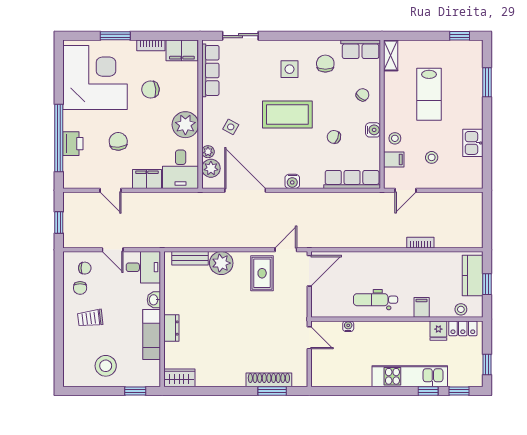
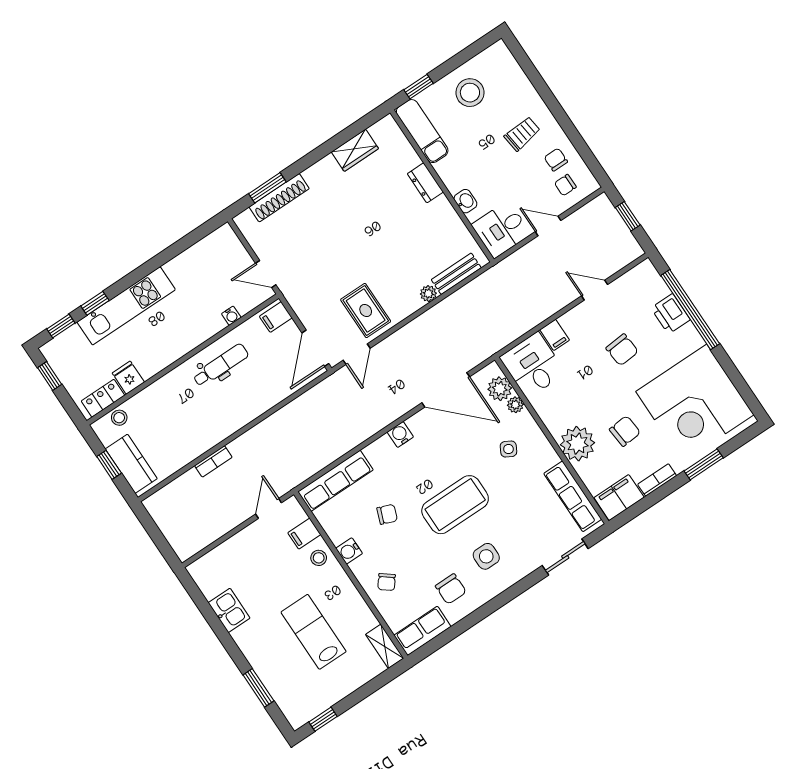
plant: (185, 125) -> (577, 444), moved
stool: (432, 157) -> (264, 564), removed
filing cabinet: (147, 179) -> (555, 335), width x0.50
plant: (221, 263) -> (428, 294), width x0.53, depth x0.53
filing cabinet: (422, 307) -> (276, 317), moved, turned 90
exam couch: (152, 334) -> (422, 131), moved
wardrobe: (179, 378) -> (355, 150), moved

